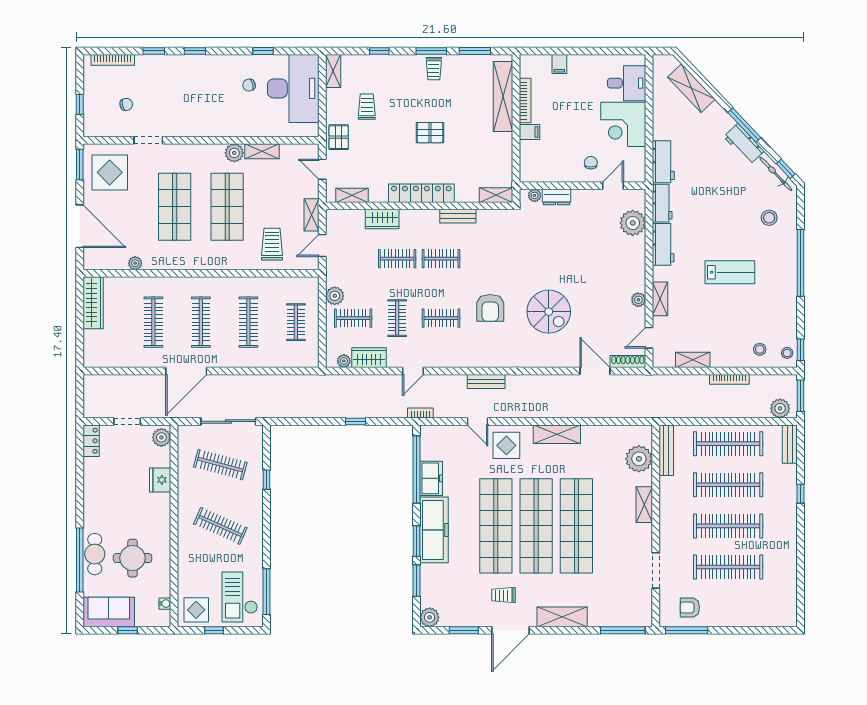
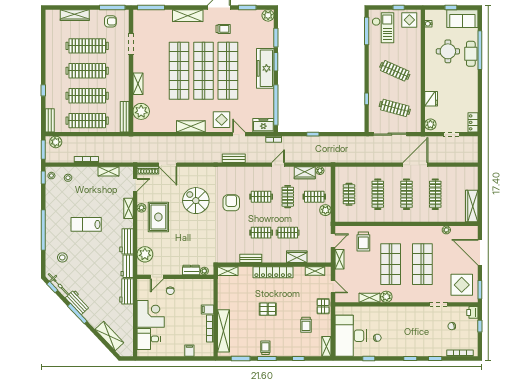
printer: (92, 127) -> (472, 312), added
rug: (611, 285) -> (158, 217), added
freezer: (431, 478) -> (263, 125), moved, turned 90
wardrobe: (749, 618) -> (75, 15), added

